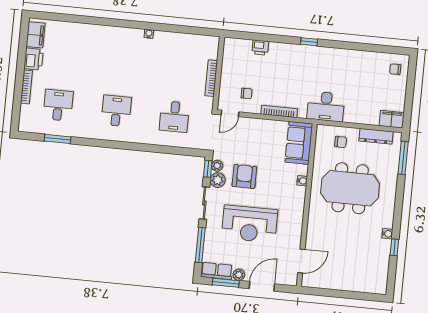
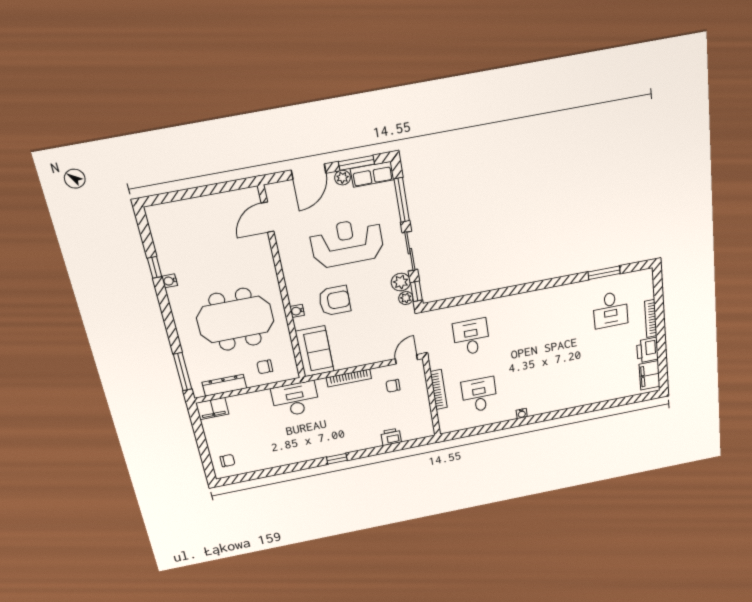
desk: (116, 111) -> (479, 395), moved, turned 180
armchair: (244, 176) -> (335, 301), moved, turned -90

